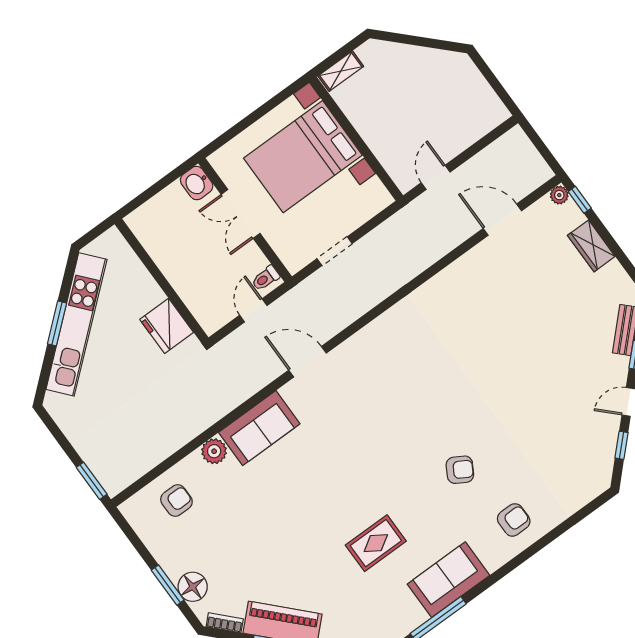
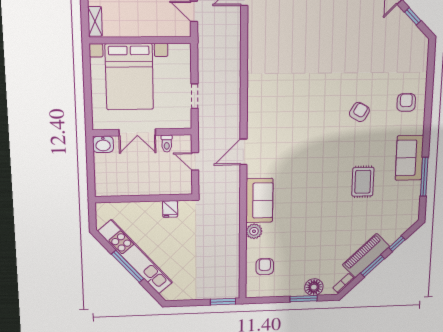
toilet: (265, 278) -> (167, 143), moved
window: (57, 323) -> (128, 266), width x1.44
fridge: (167, 326) -> (170, 209), width x0.53, depth x0.75

